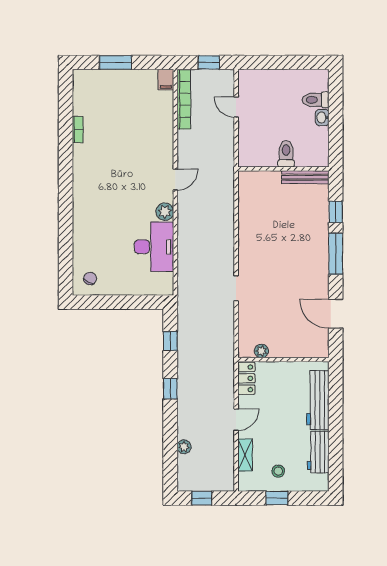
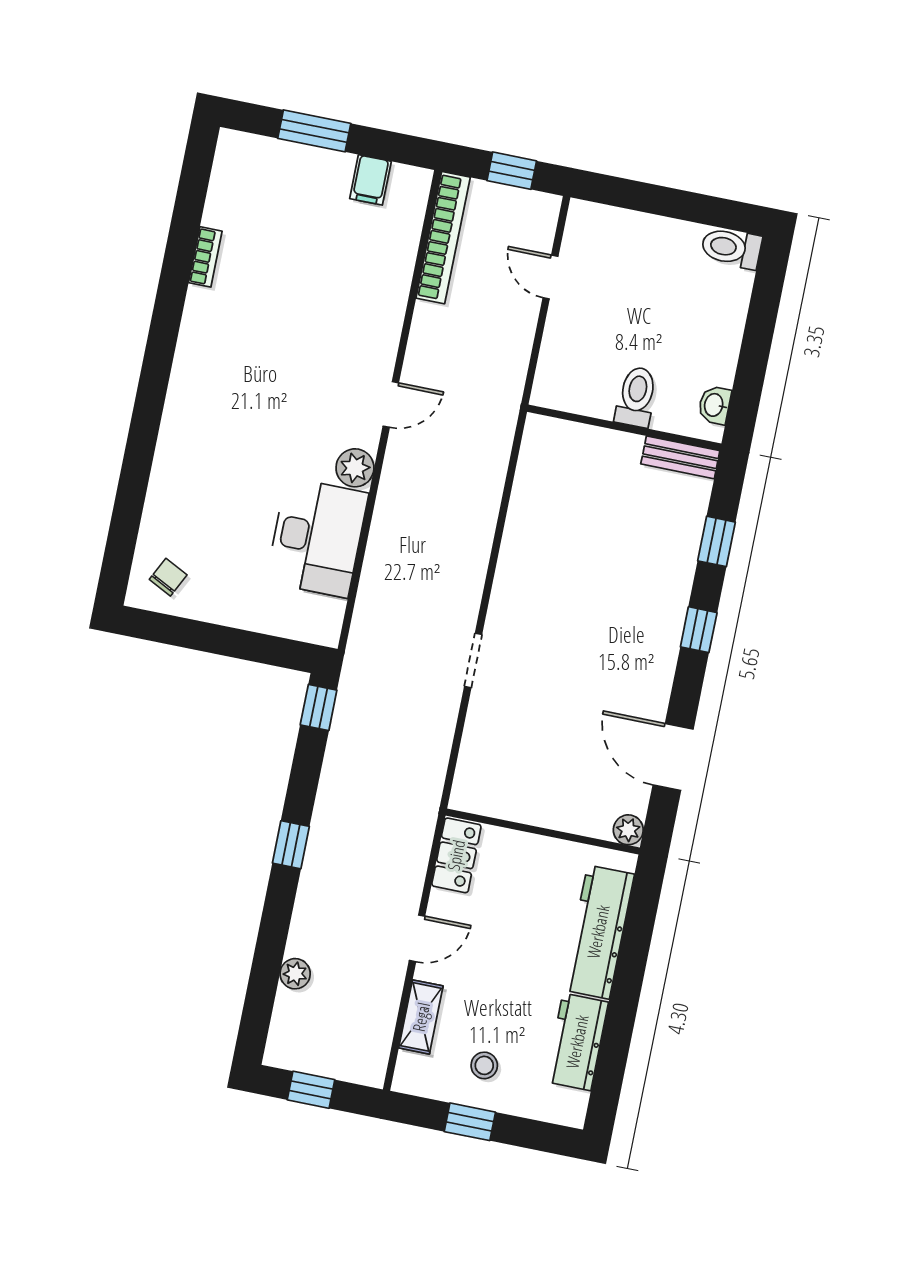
filing cabinet: (166, 80) -> (370, 180), moved
toilet: (316, 100) -> (731, 248), moved
washbasin: (322, 117) -> (714, 405), moved
bench: (305, 177) -> (680, 457), width x0.73
window: (336, 254) -> (699, 630), width x0.46
window: (170, 341) -> (319, 708), moved
plant: (261, 351) -> (628, 830), moved

